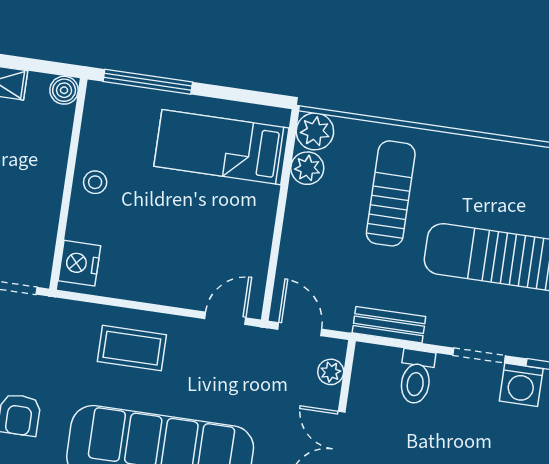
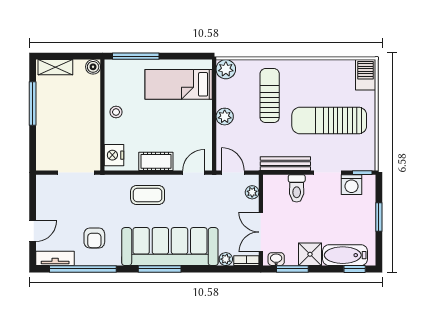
plant: (307, 168) -> (225, 117), moved
cot: (157, 287) -> (156, 161), added
bench: (389, 325) -> (285, 164), width x1.36

